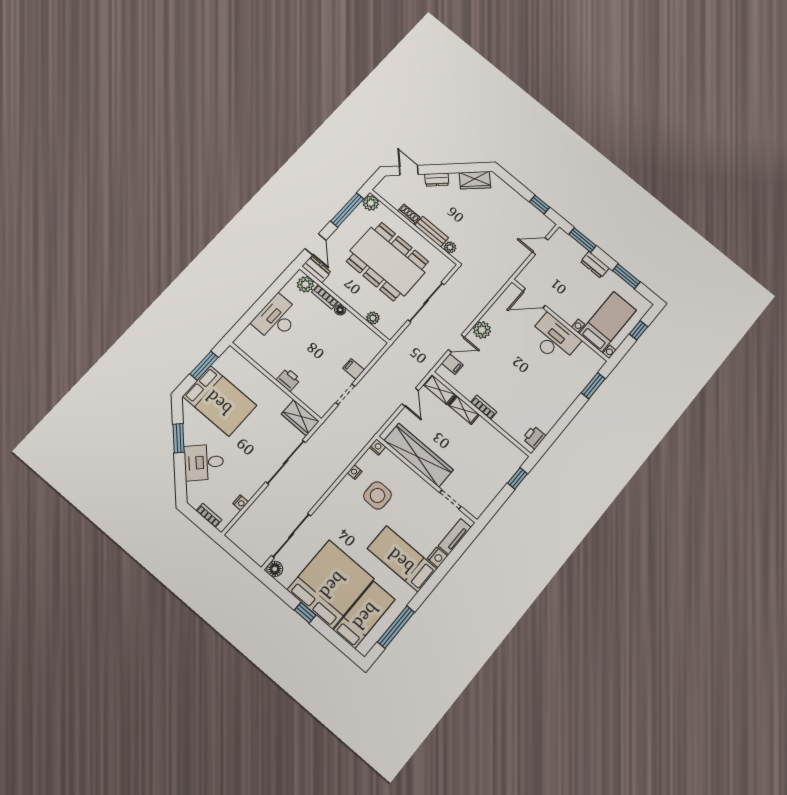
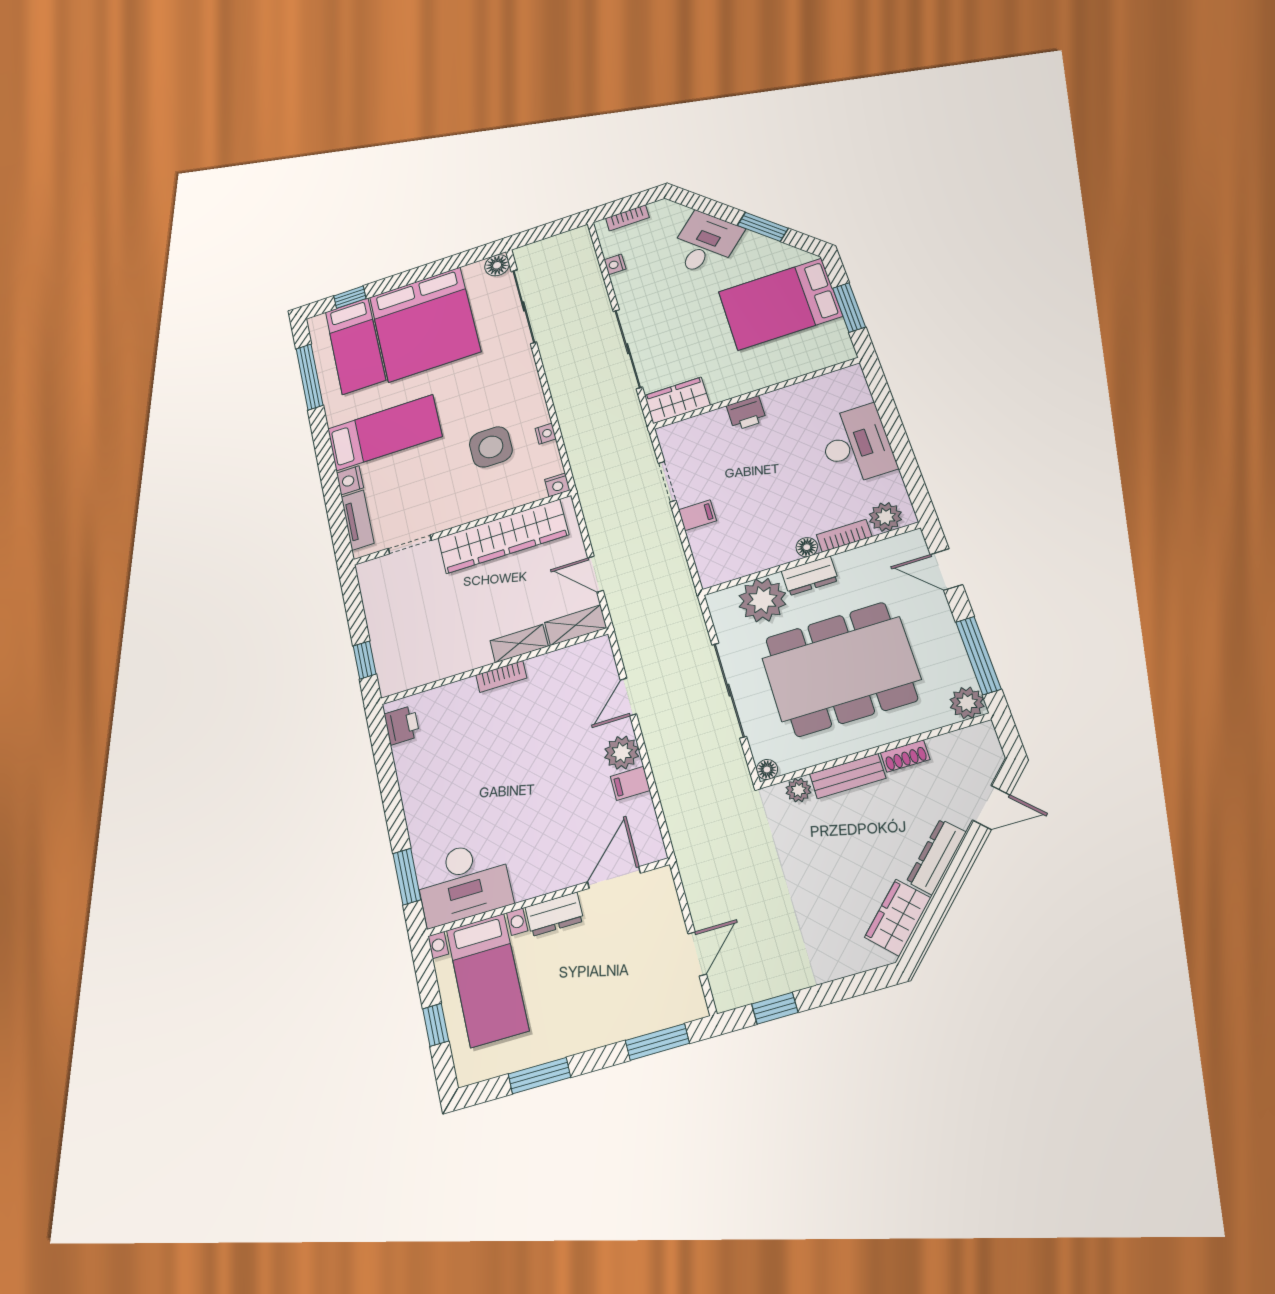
dresser: (437, 180) -> (936, 857), width x1.44
floor lamp: (450, 265) -> (767, 769), added
dresser: (595, 265) -> (554, 914), moved, turned 180
dresser: (316, 269) -> (810, 576), moved
plant: (373, 318) -> (762, 600), width x1.88, depth x1.88
desk: (554, 339) -> (464, 882), moved
filing cabinet: (452, 364) -> (630, 783), moved
window: (305, 613) -> (350, 297), moved

